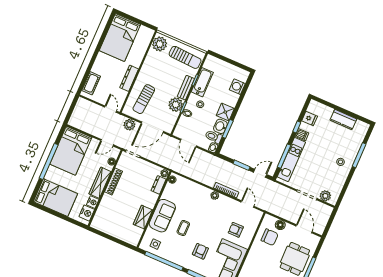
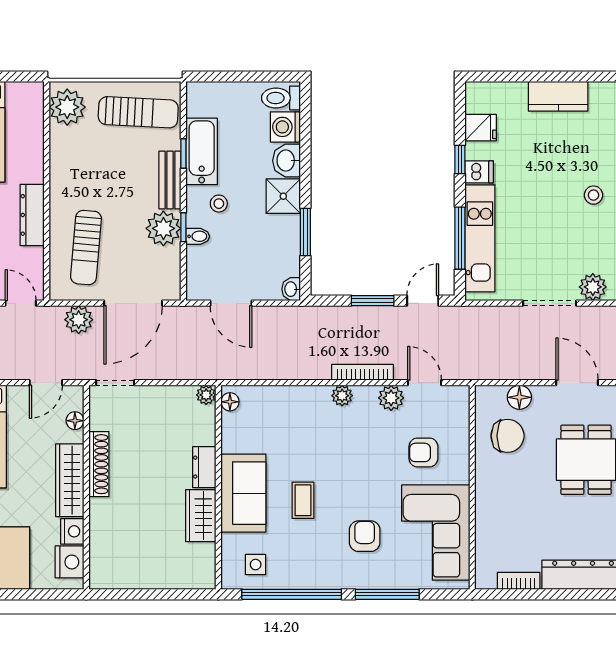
washbasin: (220, 126) -> (287, 161), moved
toilet: (213, 137) -> (281, 98), moved
dresser: (159, 185) -> (204, 467), moved
plant: (233, 204) -> (391, 398), added

